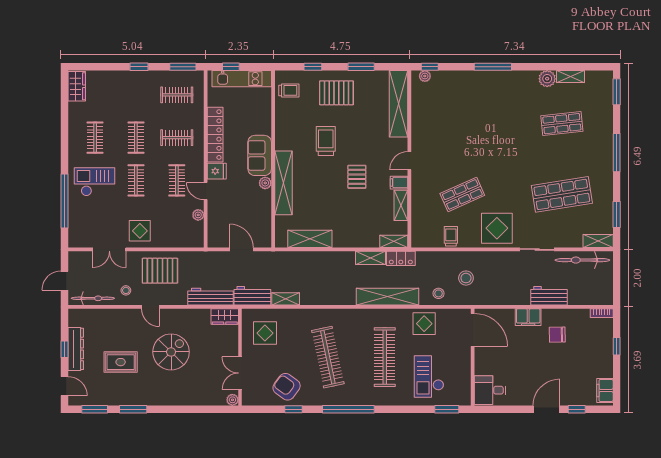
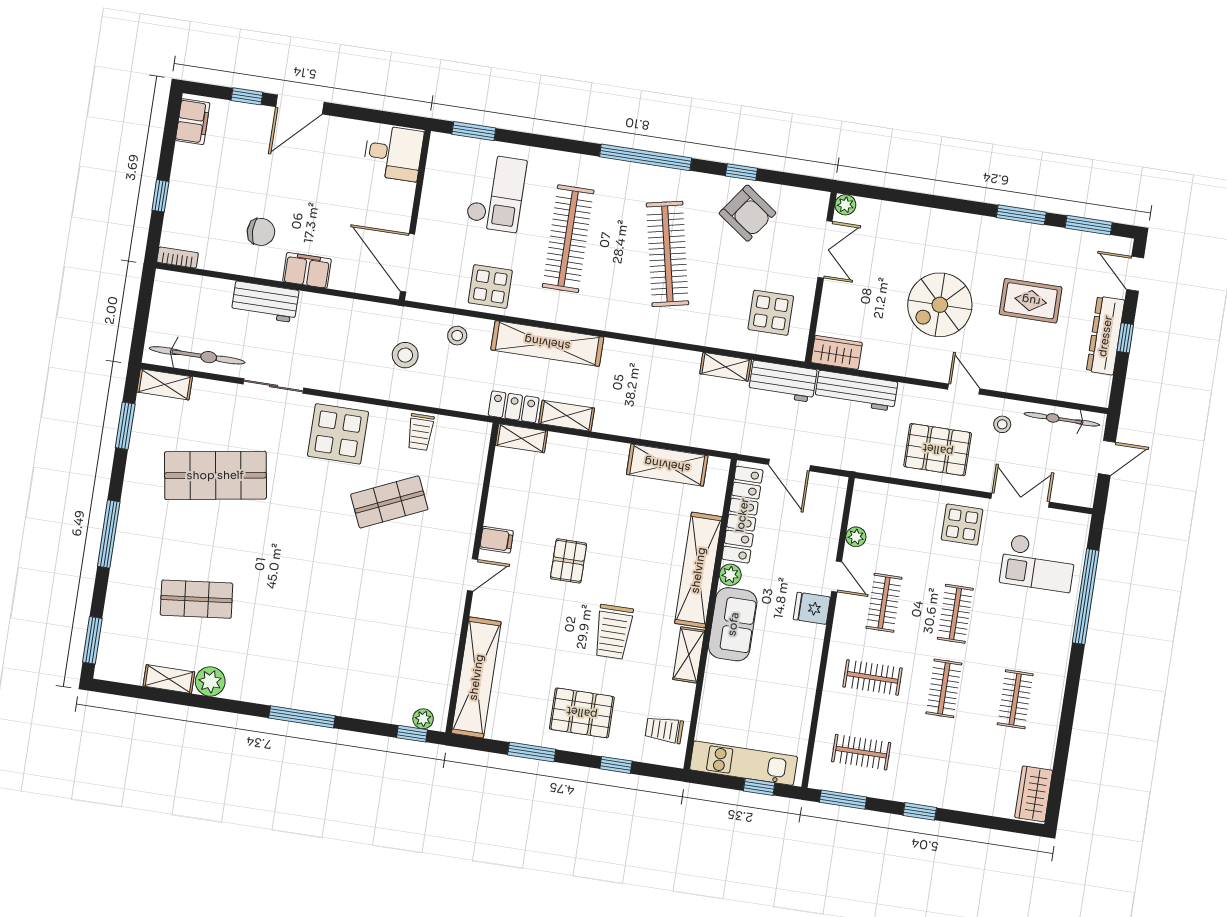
locker: (215, 135) -> (742, 515), moved, turned 180
checkout: (94, 182) -> (1038, 563), moved
shelving: (401, 205) -> (689, 655), moved

